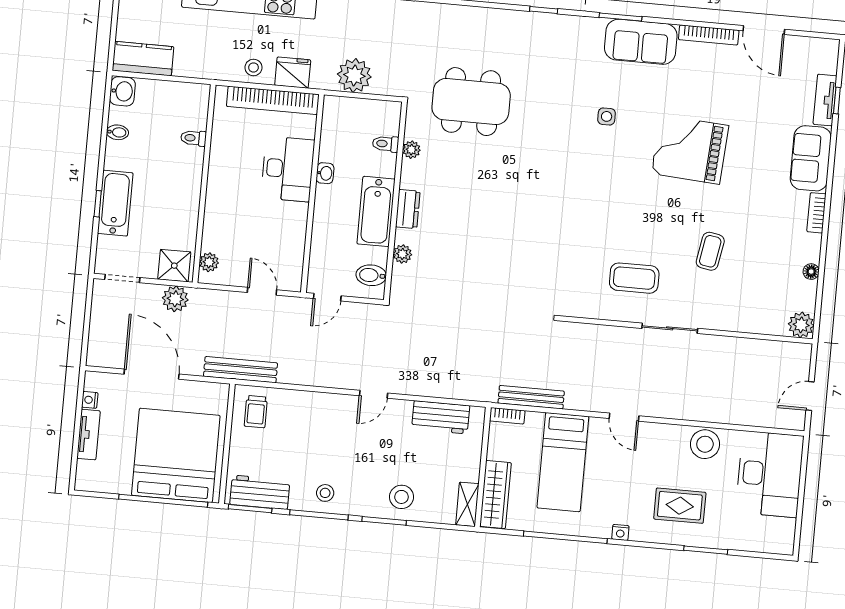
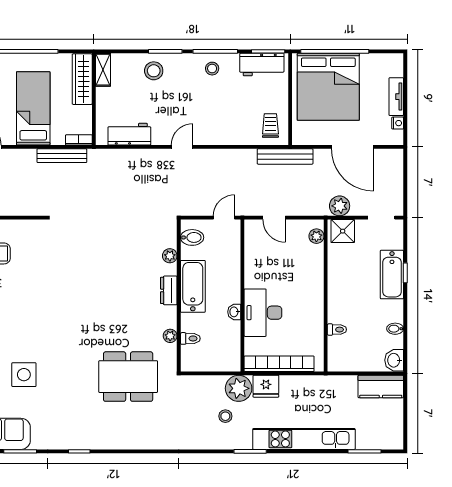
stool: (253, 67) -> (225, 416), moved
plant: (354, 75) -> (239, 388), moved
side table: (607, 116) -> (24, 375), width x1.87, depth x1.87

